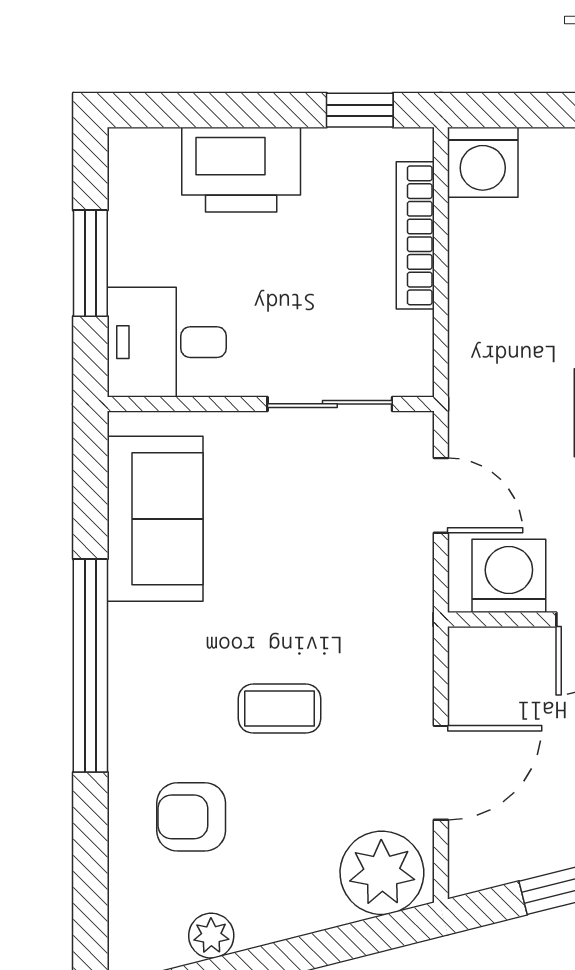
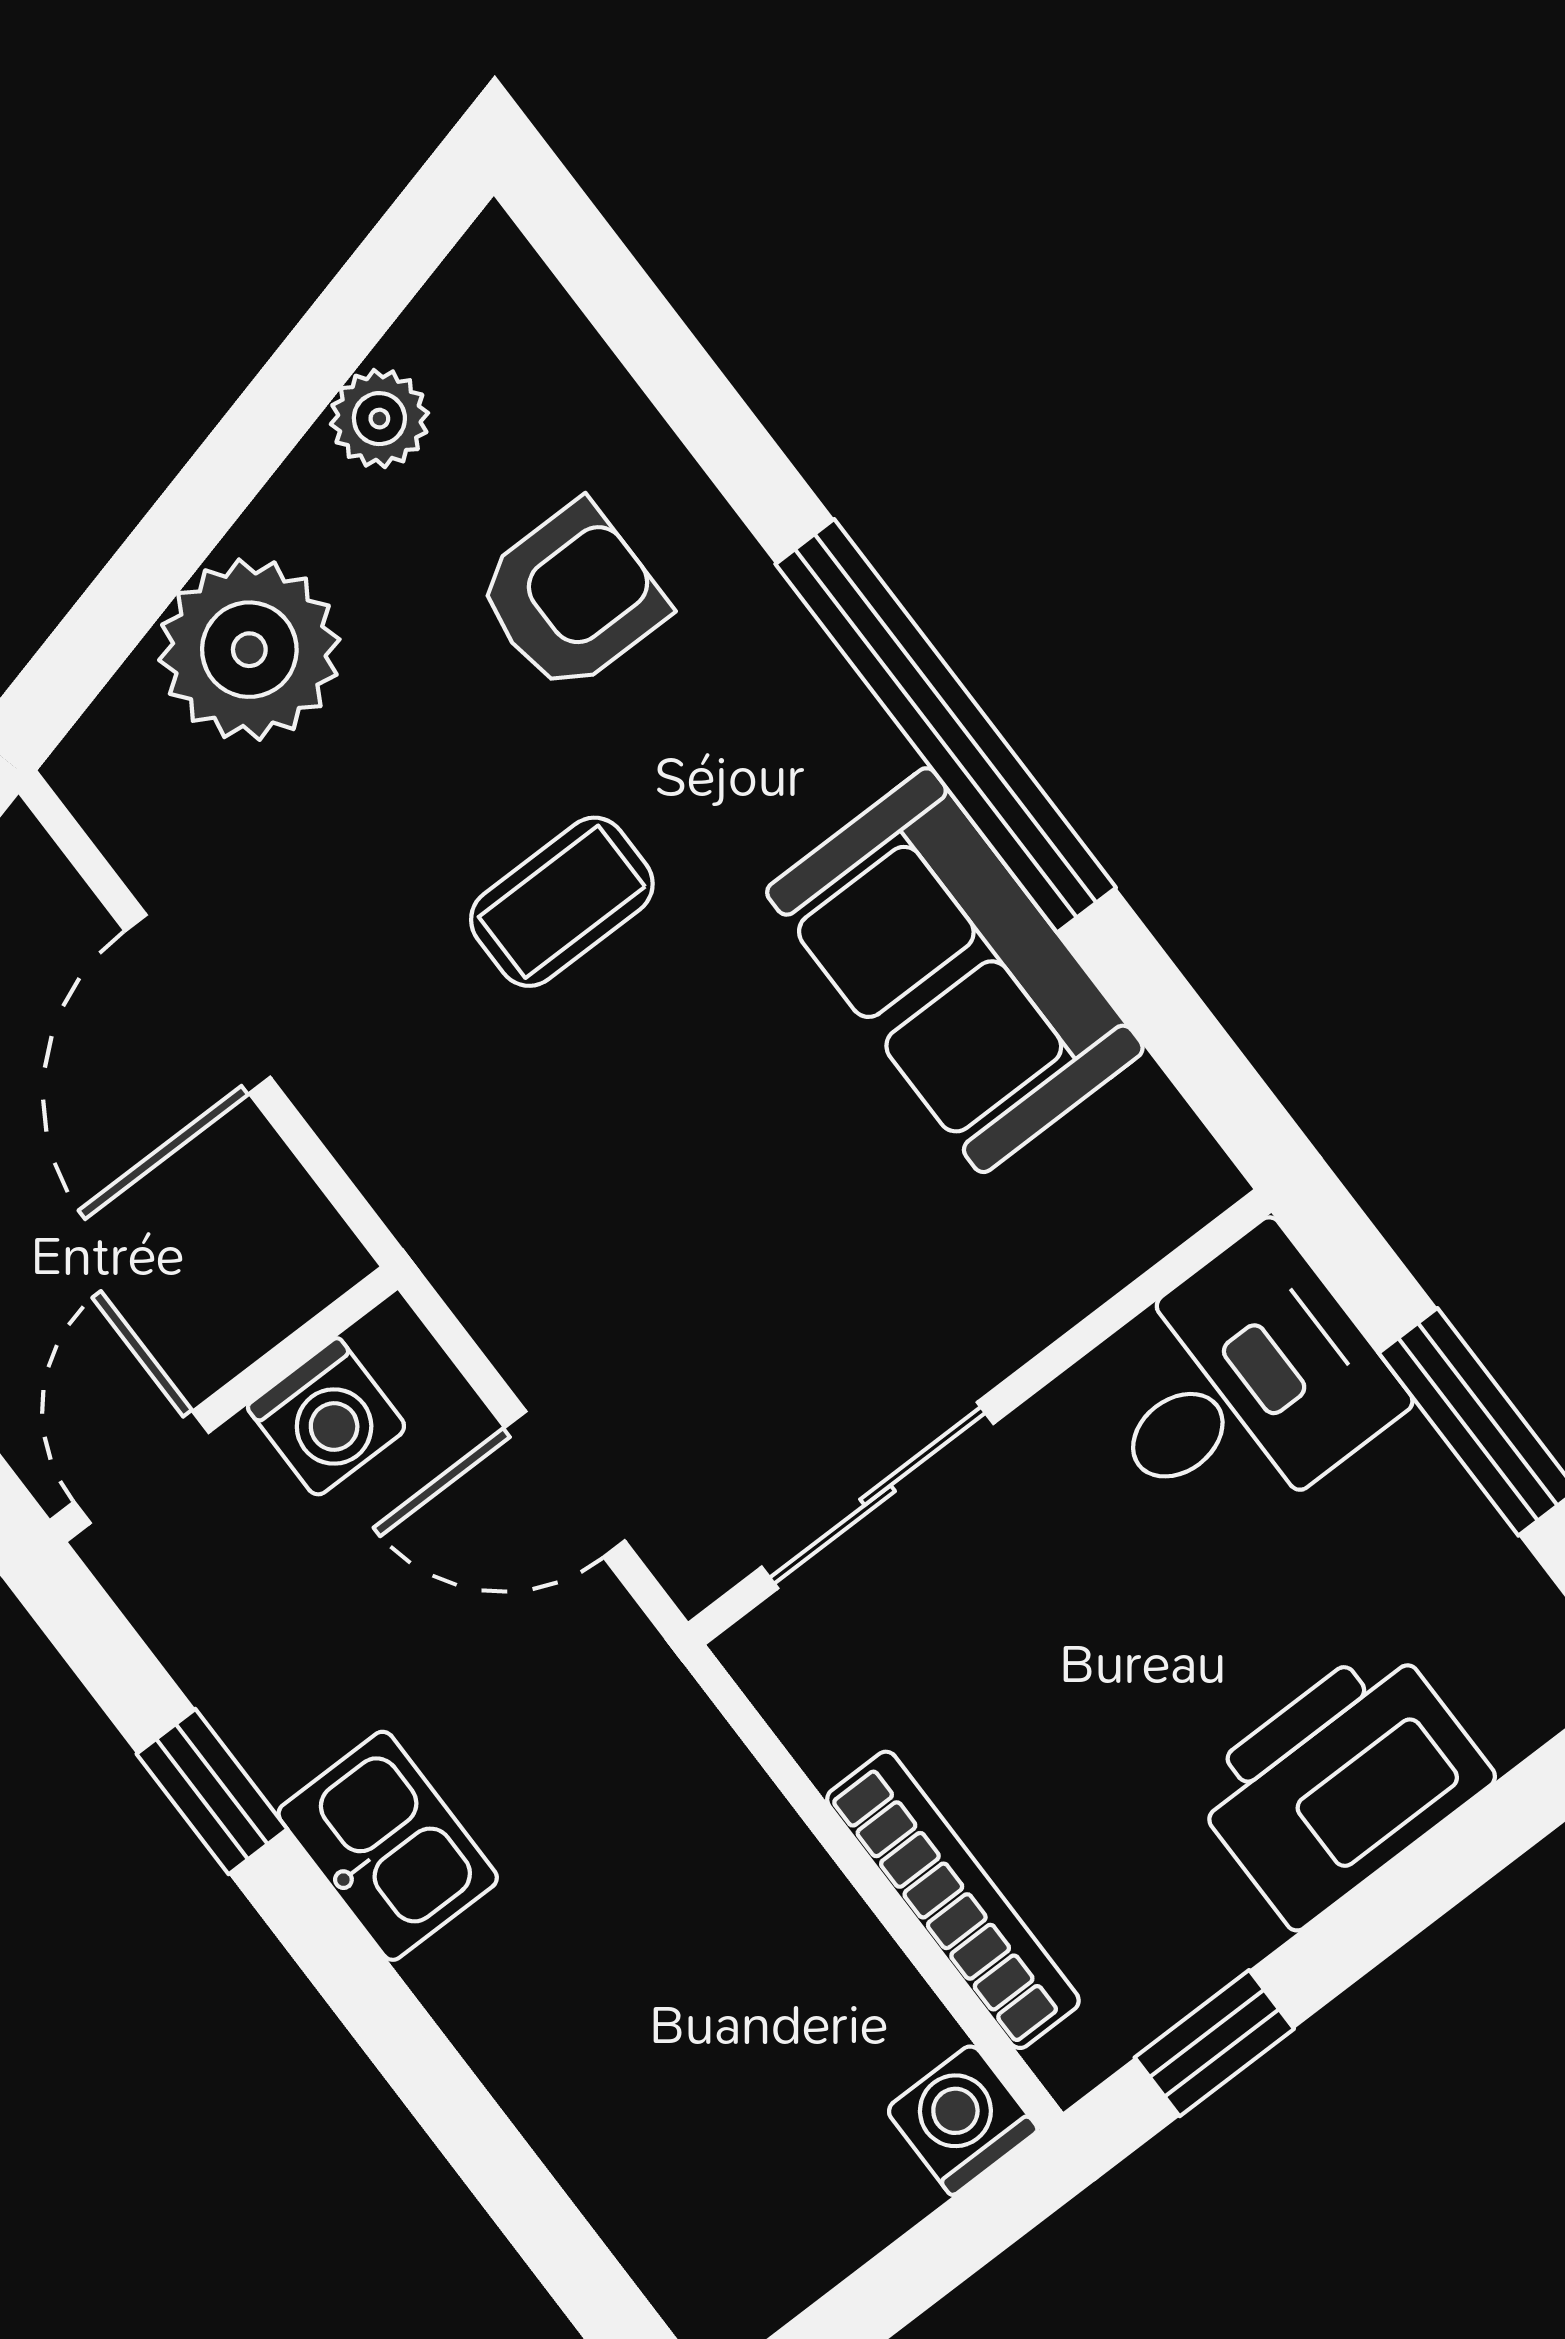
washing machine: (483, 162) -> (962, 2120), width x0.73, depth x0.73
sofa: (155, 519) -> (955, 970), moved
washing machine: (509, 576) -> (327, 1417), width x0.73, depth x0.73
plant: (382, 873) -> (249, 650), moved

